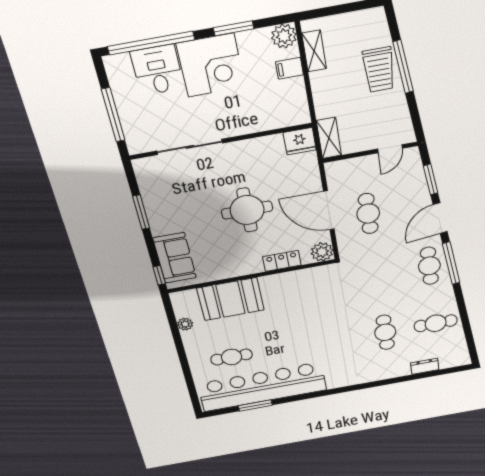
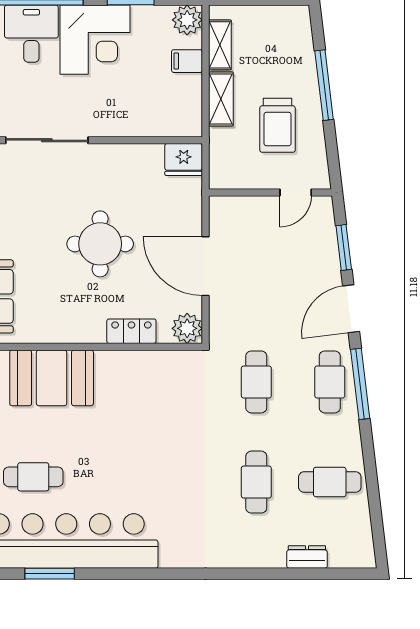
trolley: (379, 70) -> (278, 125), moved
shelving: (329, 138) -> (221, 99), moved
cafe table: (368, 214) -> (256, 382), moved

